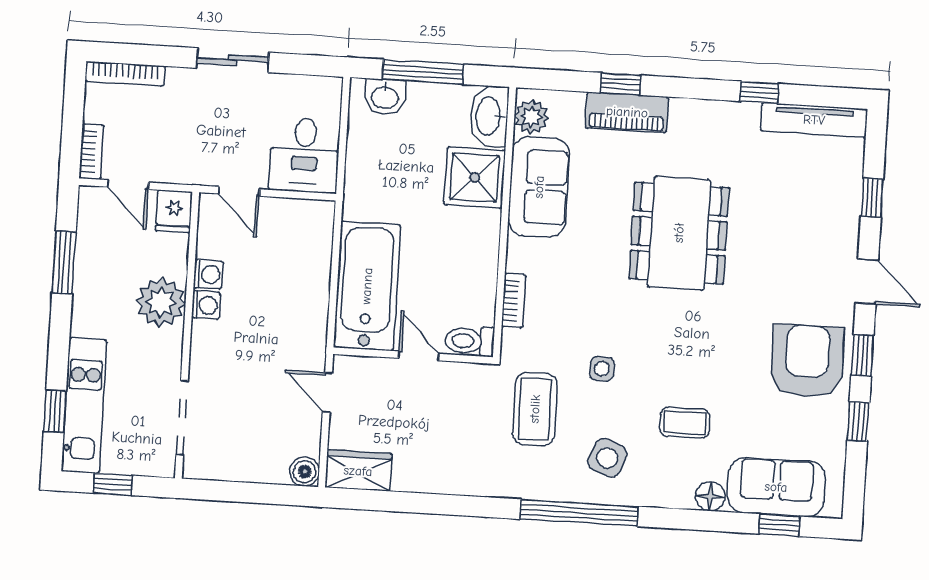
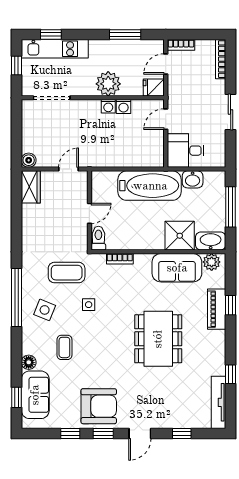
washbasin: (385, 97) -> (193, 179), moved, turned -90
dining table: (679, 233) -> (158, 339), turned 90
bathtub: (367, 286) -> (150, 186), moved

